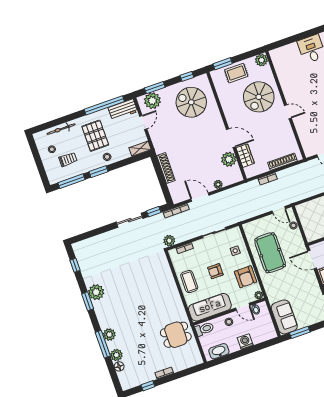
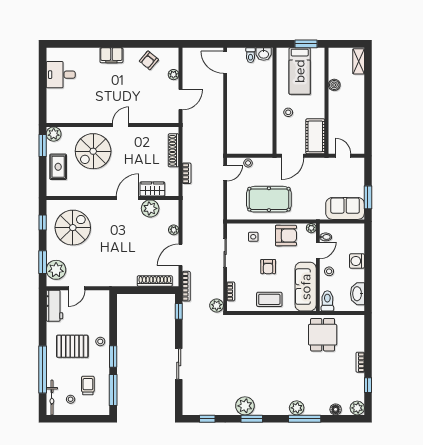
window: (223, 64) -> (43, 145), moved
spiral stairs: (259, 97) -> (93, 151), turned 90
spiral stairs: (191, 102) -> (73, 228), turned 180
window: (104, 105) -> (43, 369), moved
door: (143, 122) -> (77, 288), swing flipped
bicycle: (61, 129) -> (52, 398), moved
shelving: (140, 149) -> (104, 302), removed
shoe rack: (166, 168) -> (155, 281), moved
sliding door: (130, 220) -> (179, 364), moved
plant: (116, 355) -> (357, 408), moved

